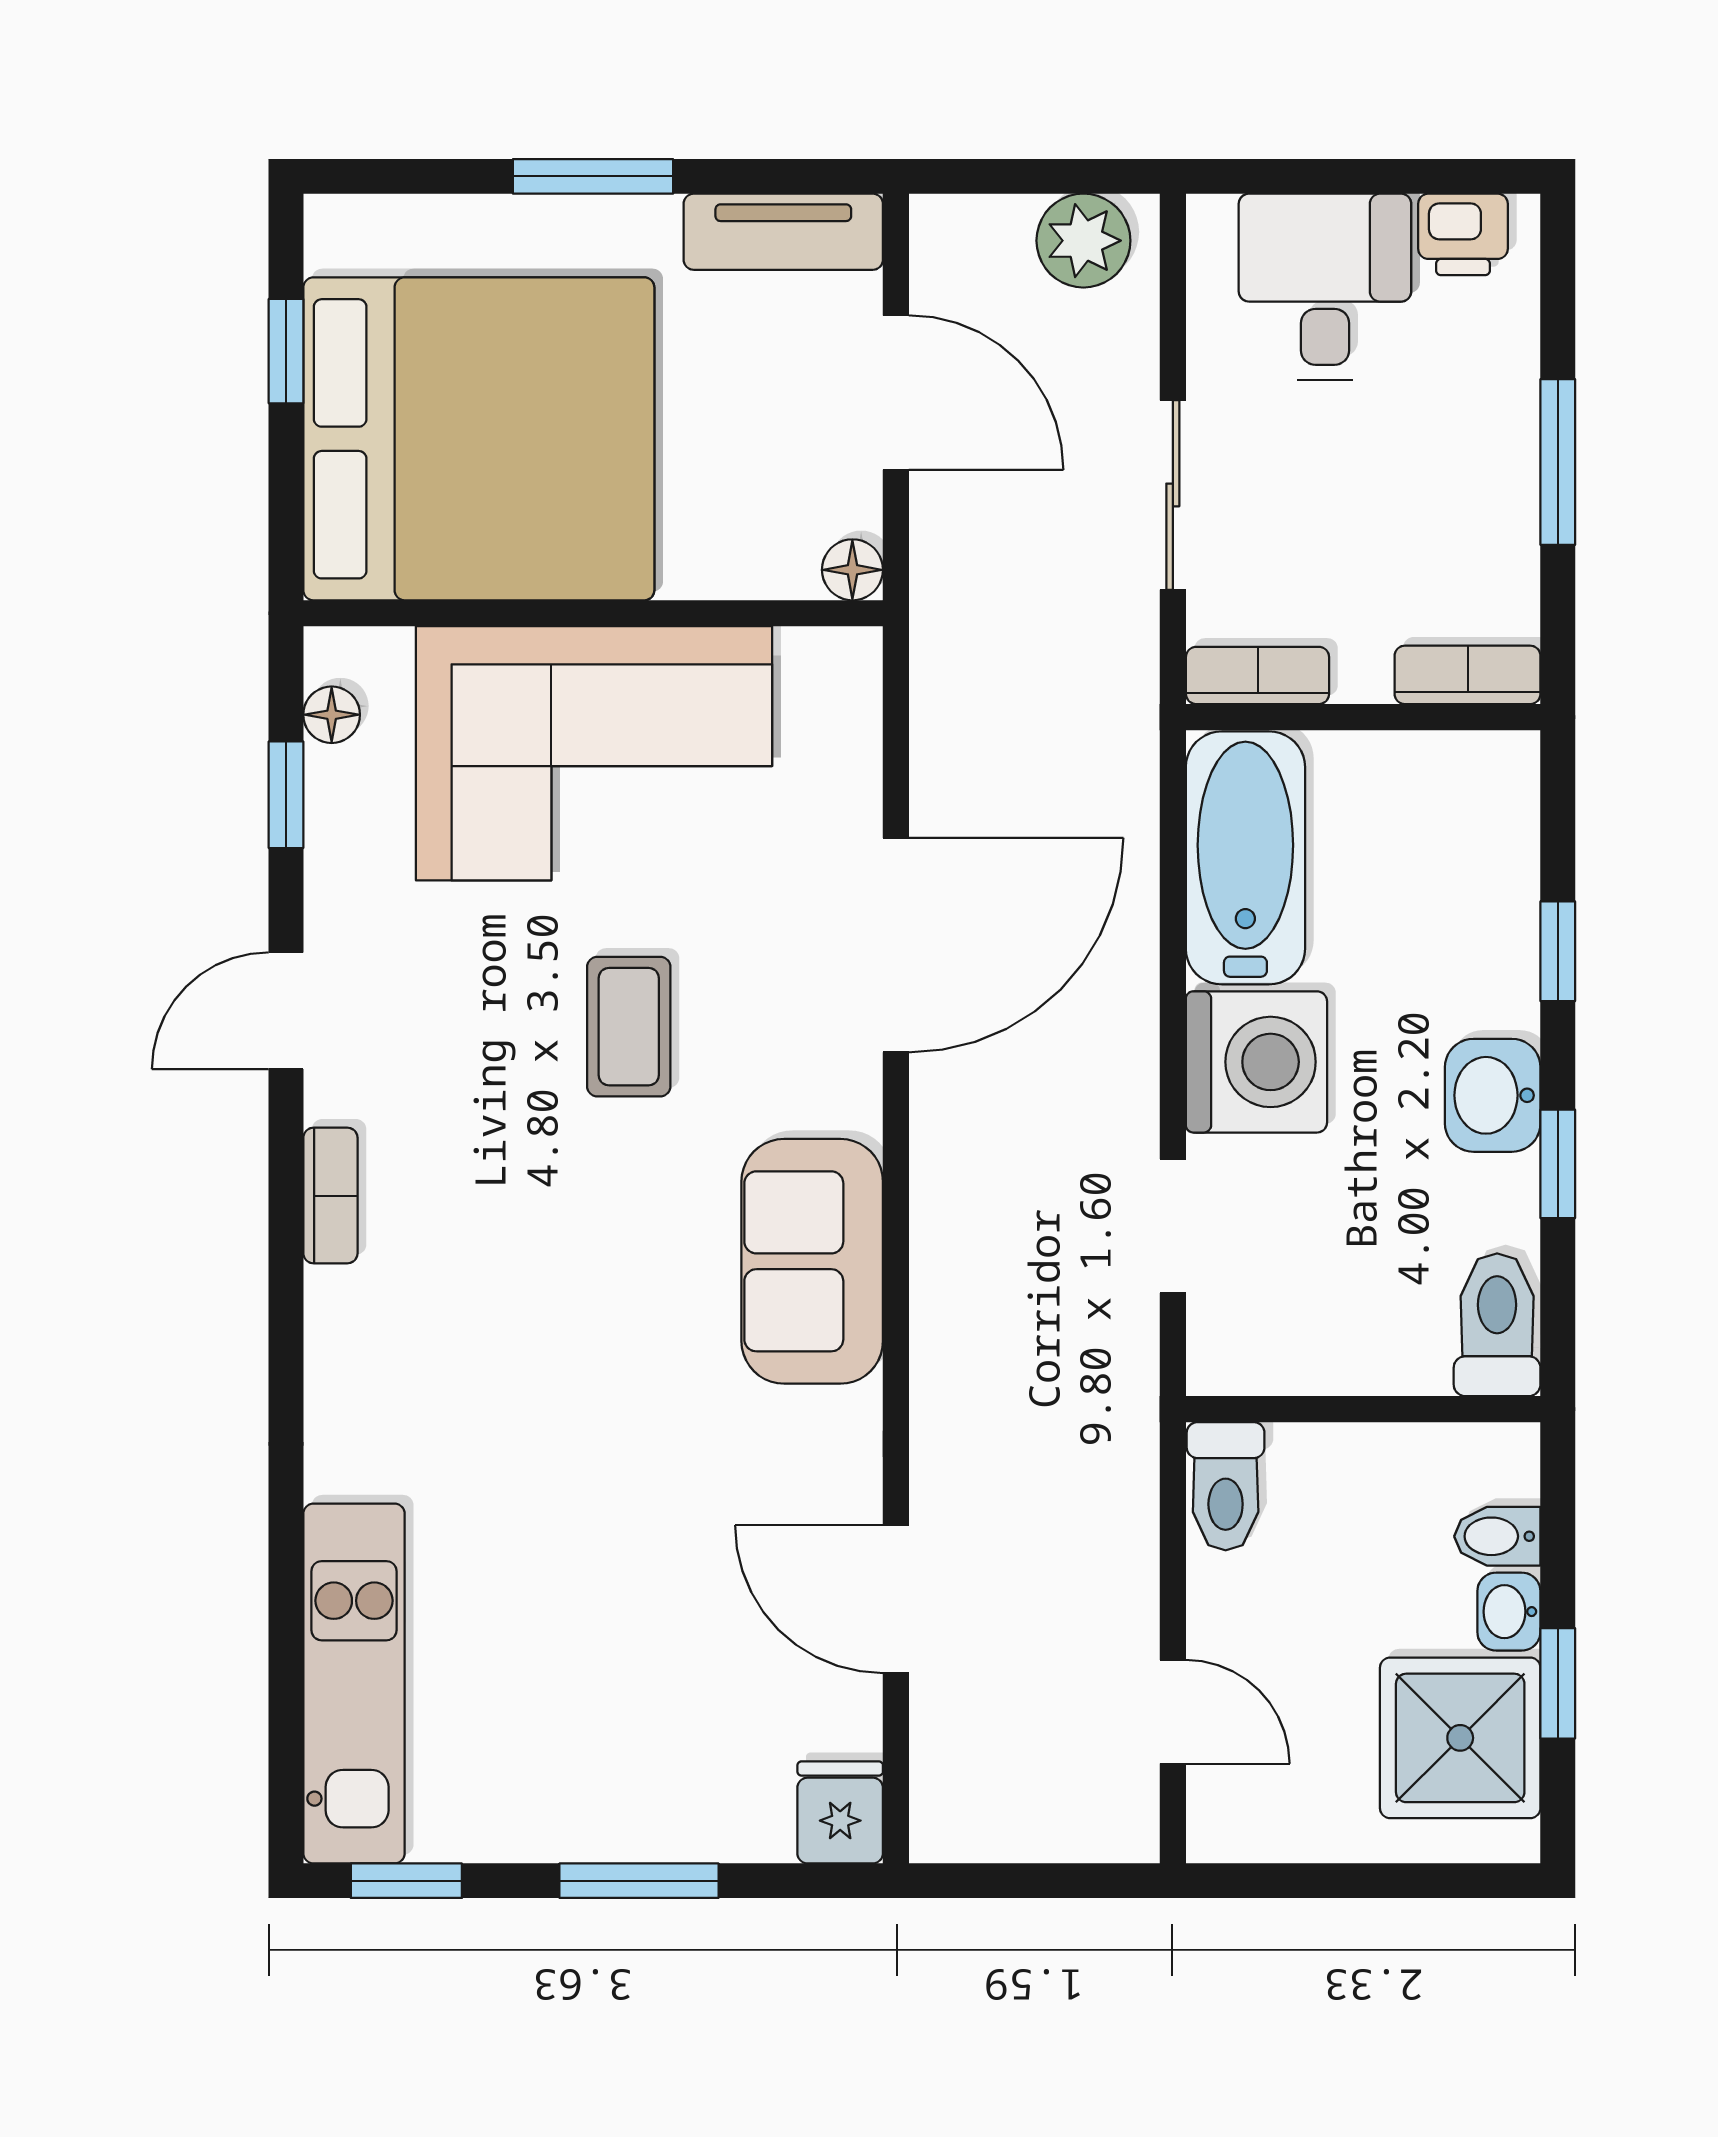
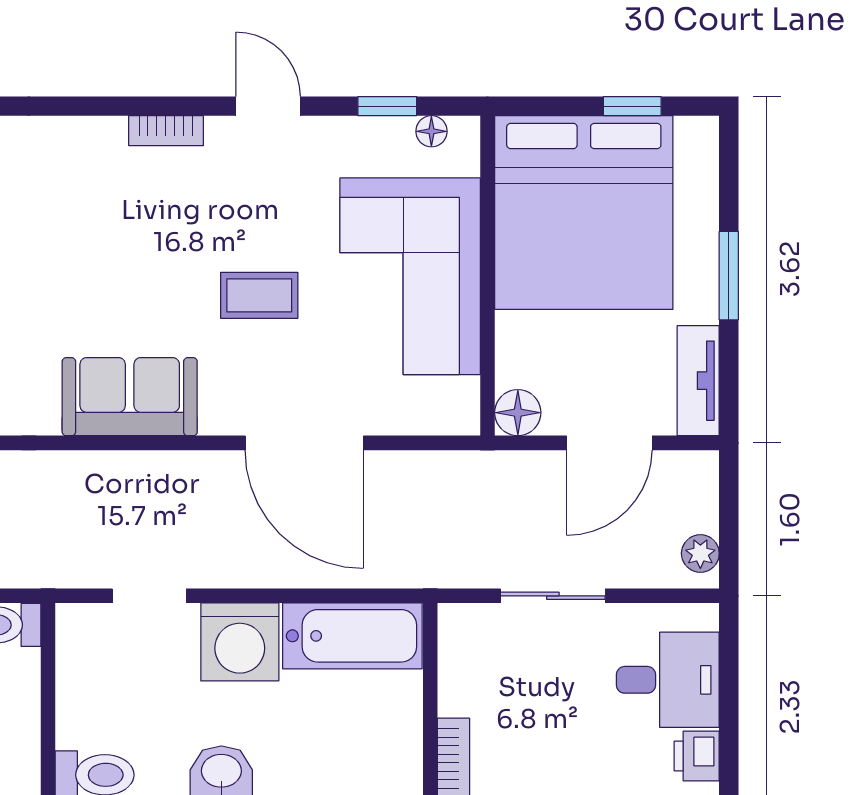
plant: (1083, 241) -> (700, 553), width x0.73, depth x0.73
floor lamp: (852, 570) -> (518, 413), width x1.37, depth x1.37
bookcase: (1258, 675) -> (453, 643), removed

